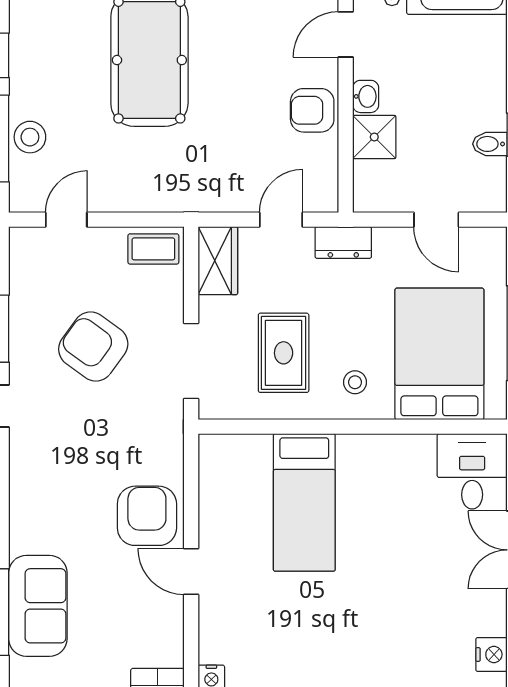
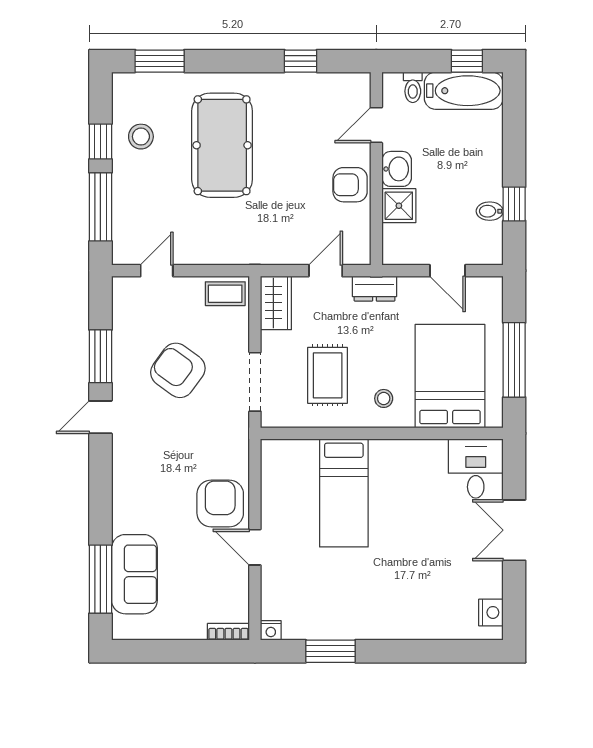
washbasin: (366, 96) -> (397, 169), width x1.38, depth x1.45
stool: (30, 137) -> (141, 137), moved

